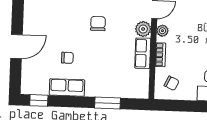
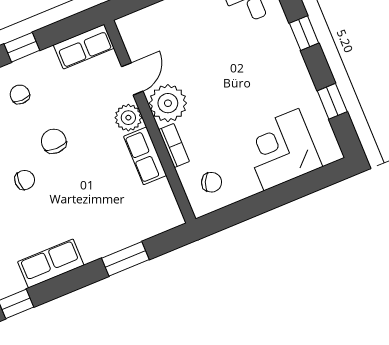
plant: (162, 31) -> (168, 103), width x1.87, depth x1.87
chair: (67, 58) -> (25, 180), moved

